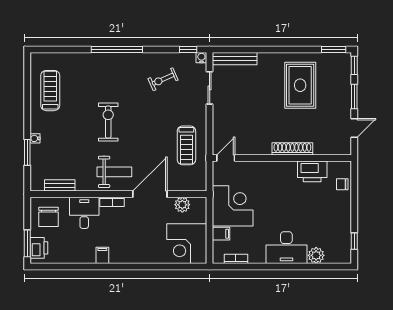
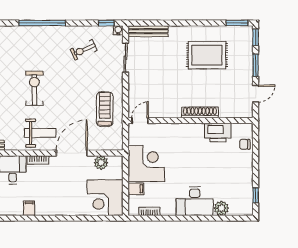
rug: (300, 85) -> (207, 55), turned 90
treadmill: (186, 145) -> (105, 109), turned 180

